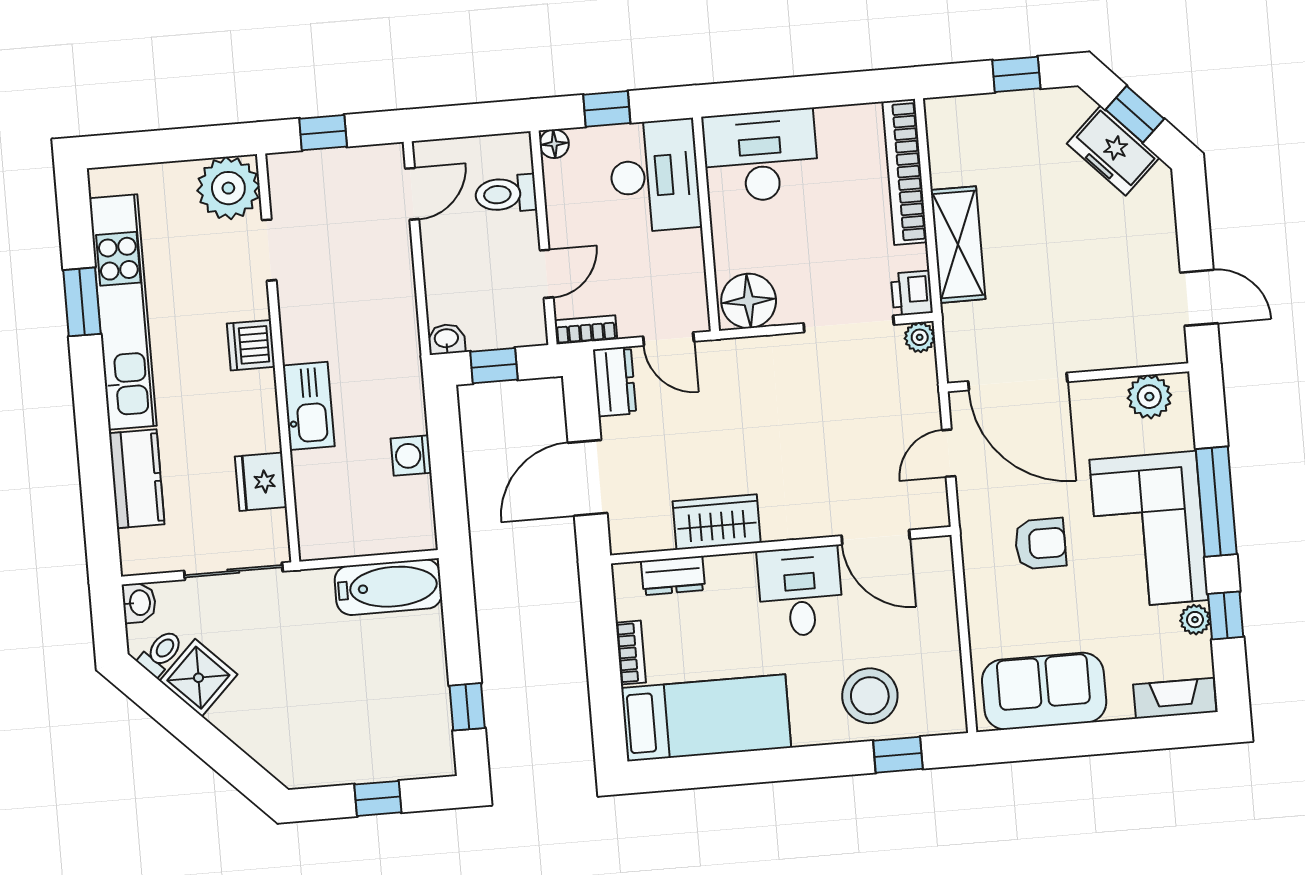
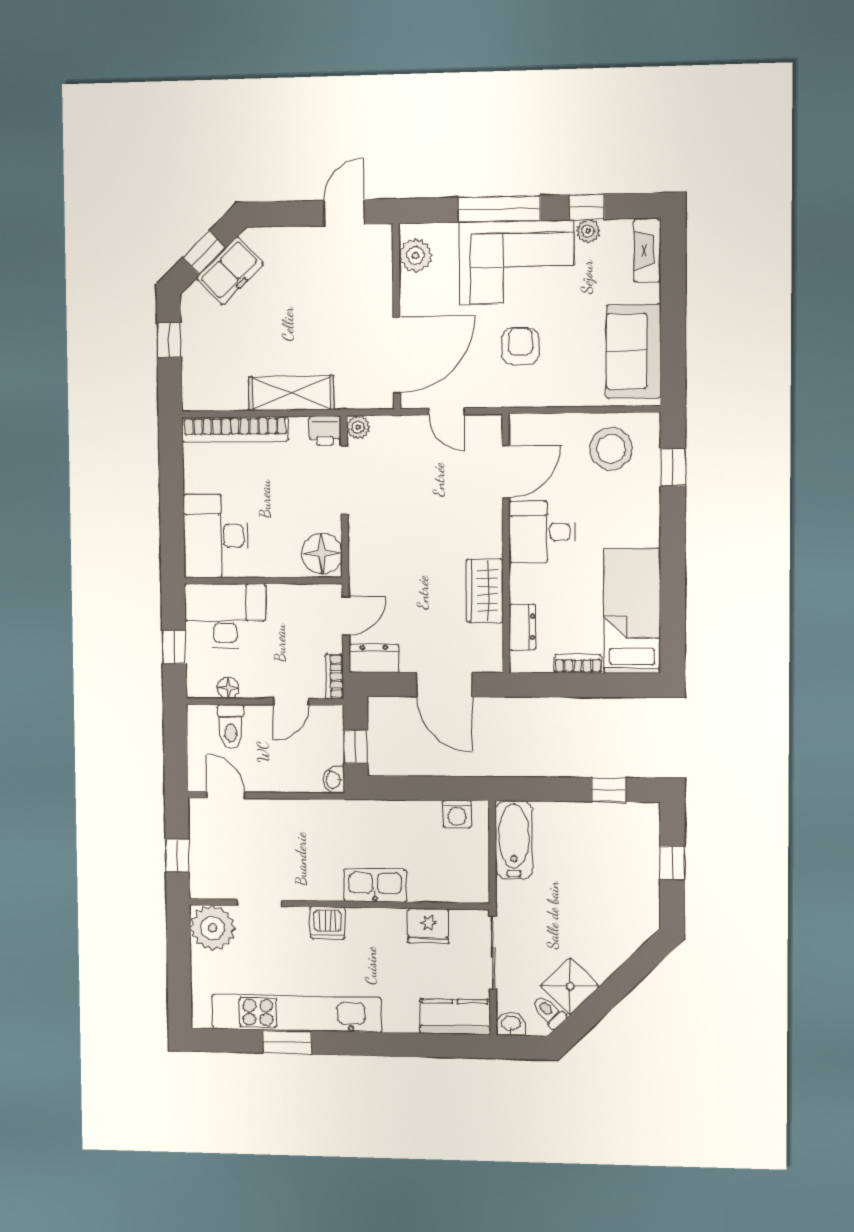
floor lamp: (554, 144) -> (228, 688), moved
door: (547, 274) -> (291, 702), swing flipped
washing machine: (411, 456) -> (457, 814), moved
kitchen counter: (137, 479) -> (455, 1017), moved
stool: (870, 696) -> (611, 449), moved

